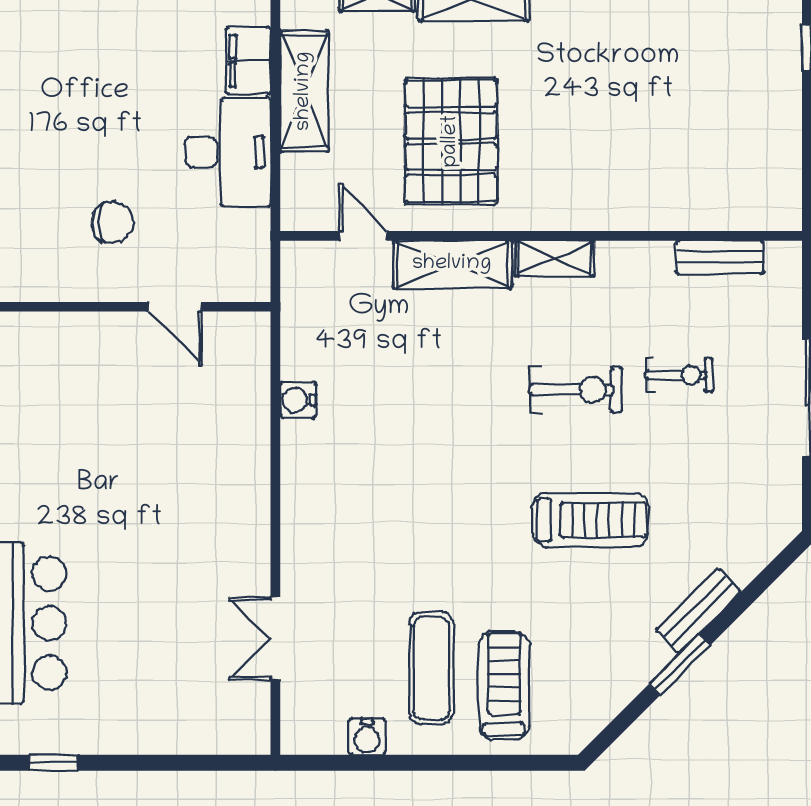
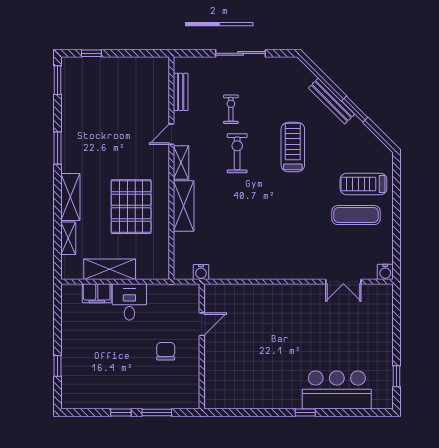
pallet: (451, 141) -> (131, 207), turned 90
desk: (228, 152) -> (129, 302), width x0.73
door: (363, 236) -> (171, 134), moved
water cooler: (298, 400) -> (201, 272), moved
bench: (698, 611) -> (332, 101), width x1.36
water cooler: (367, 737) -> (385, 272), moved, turned 90

